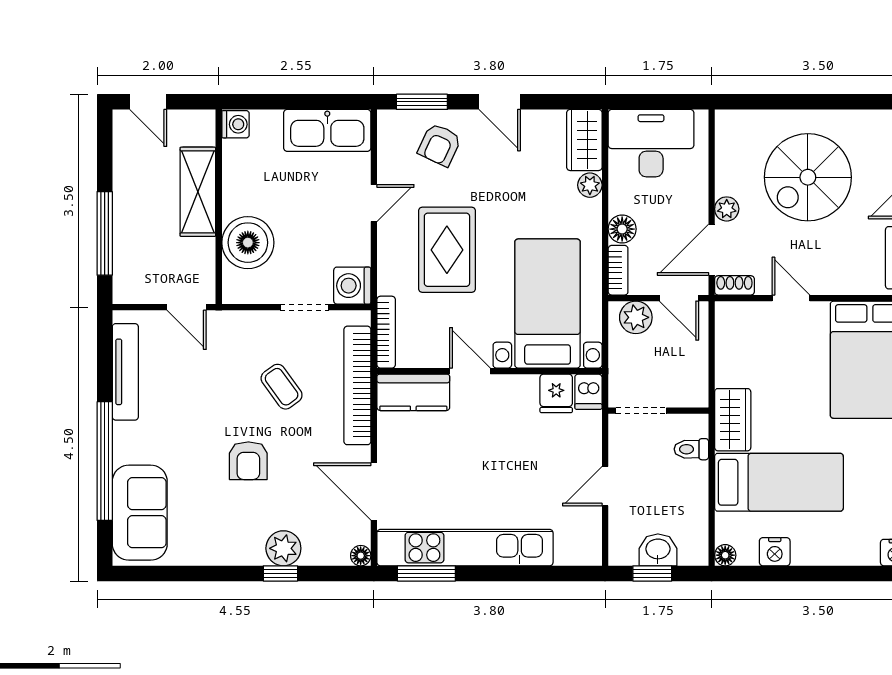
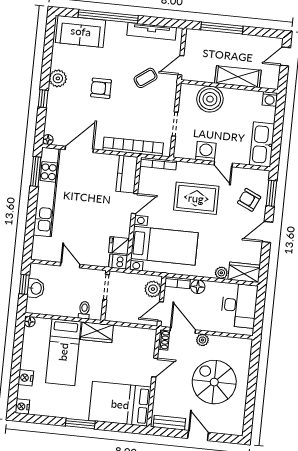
washing machine: (352, 286) -> (206, 151), moved
coffee table: (282, 387) -> (146, 78), moved
plant: (283, 548) -> (58, 78), moved
nightstand: (775, 552) -> (26, 378), moved

